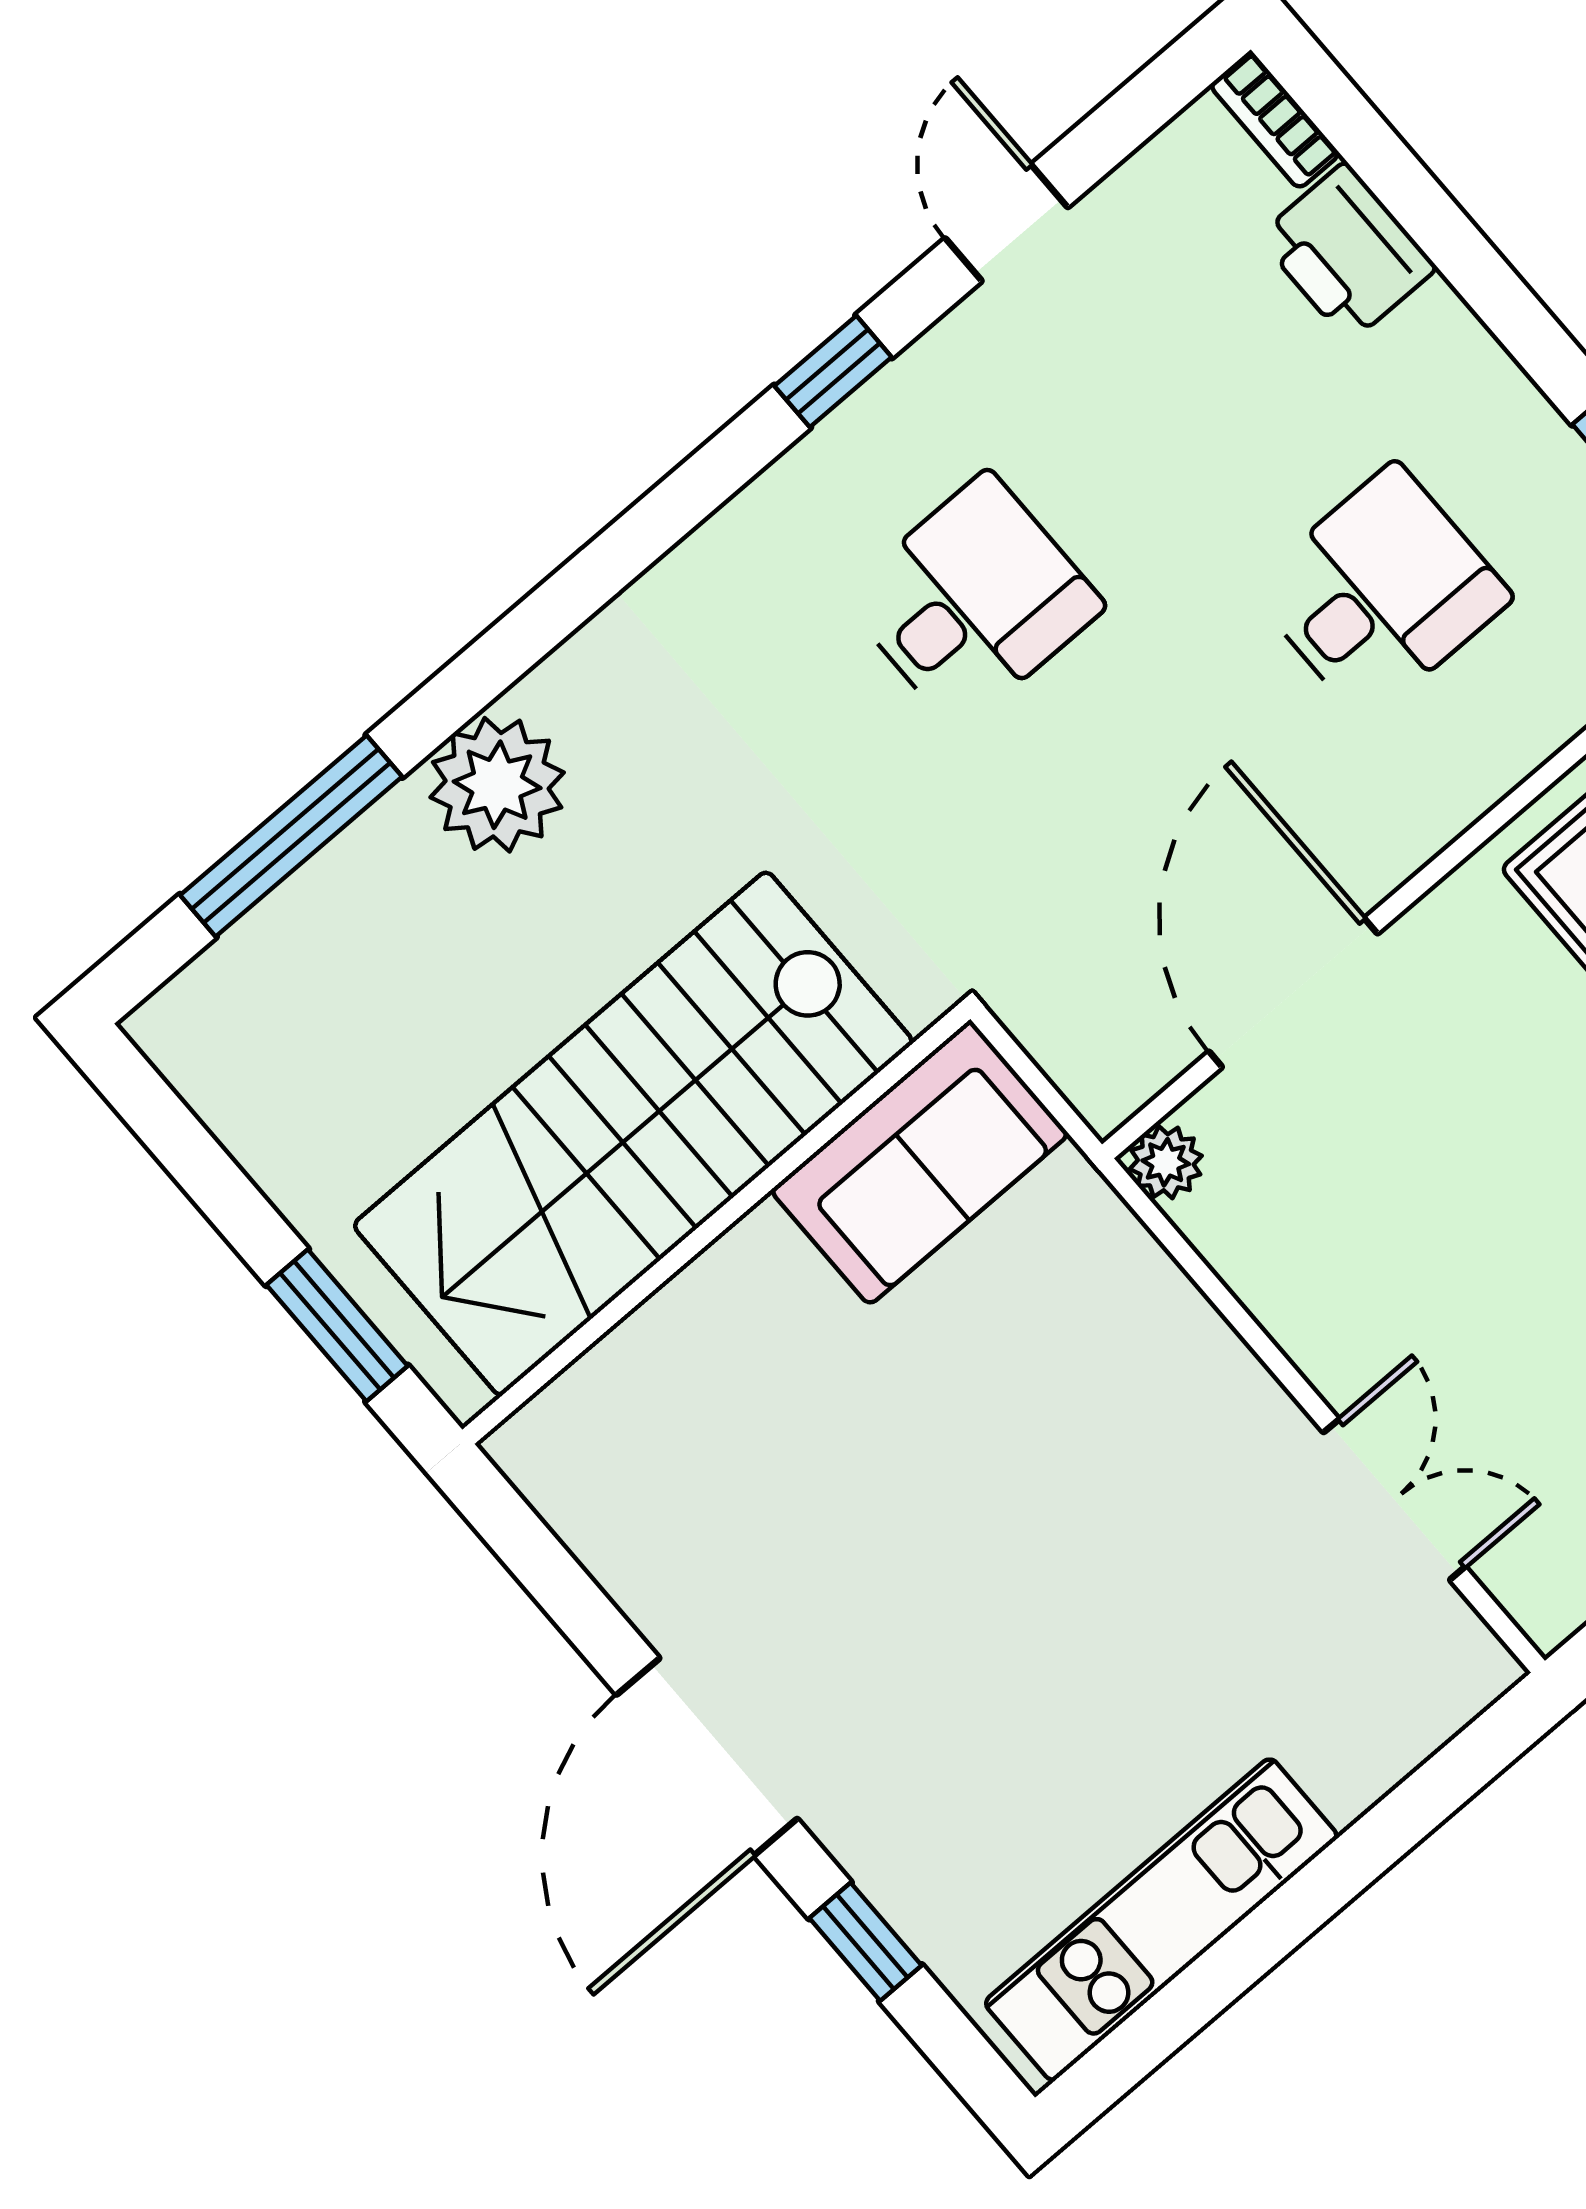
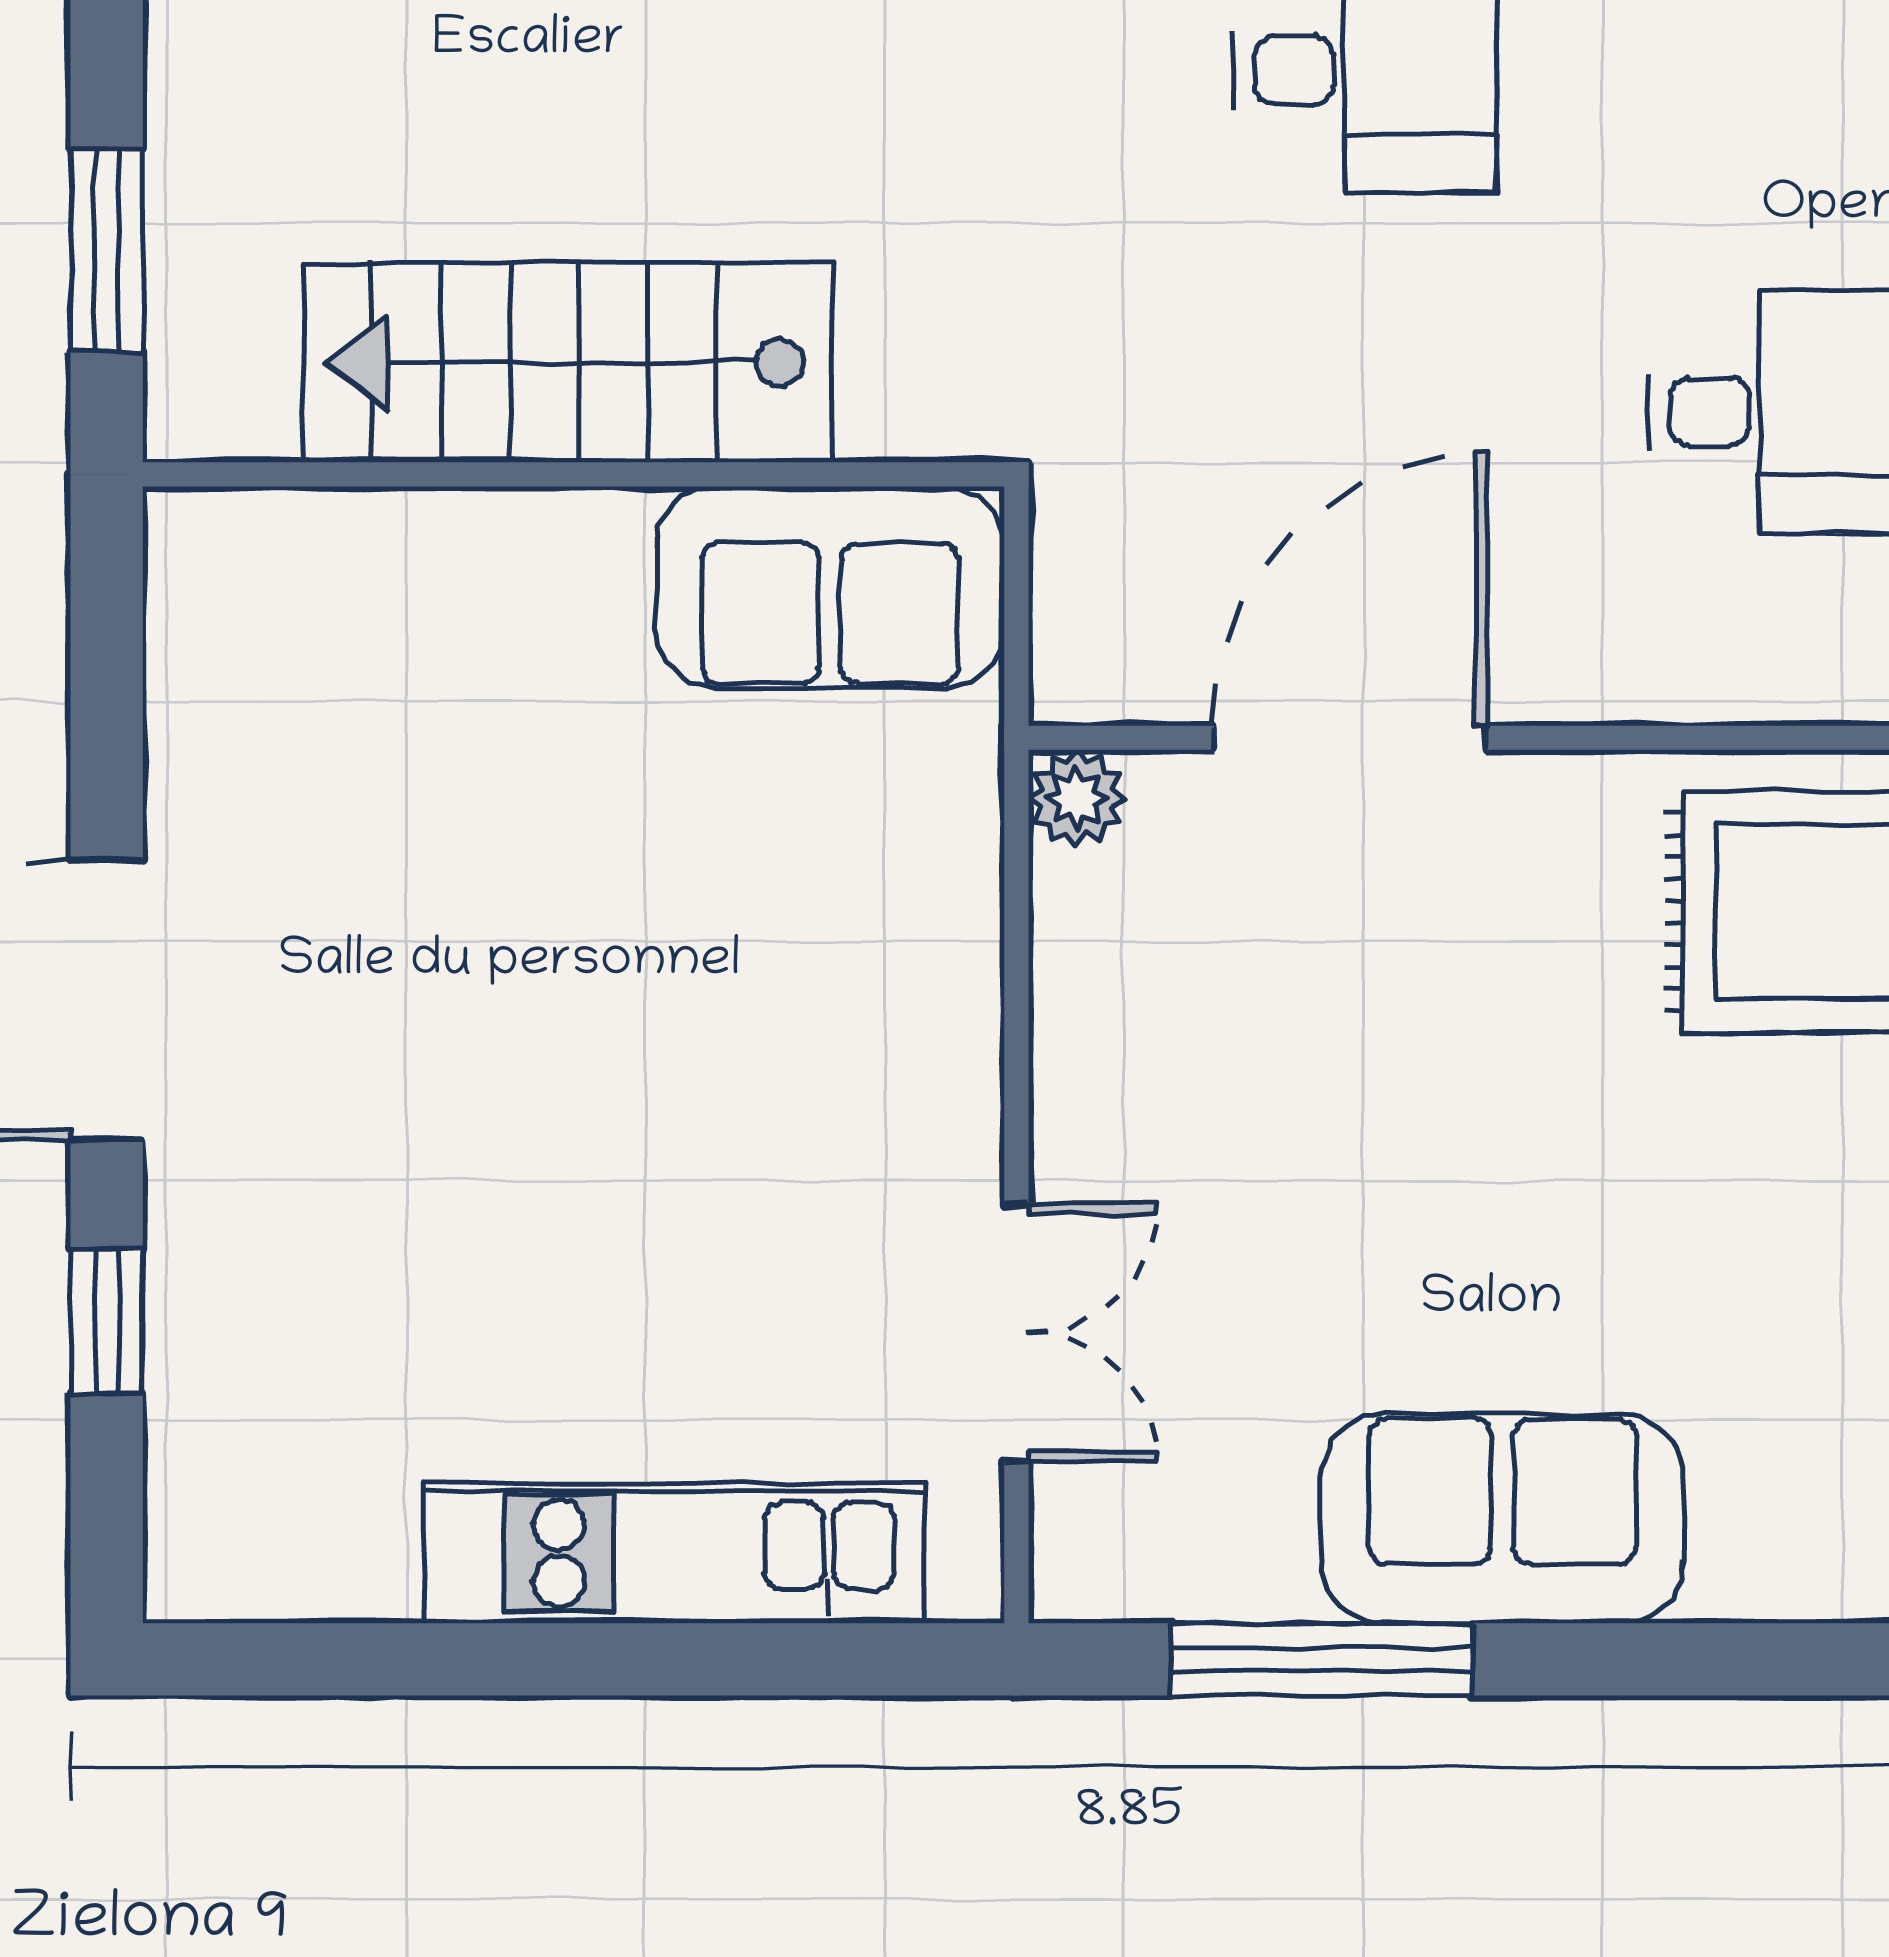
stairs: (633, 1133) -> (568, 363), width x0.73, depth x0.66
kitchen unit: (1161, 1920) -> (674, 1553), moved

